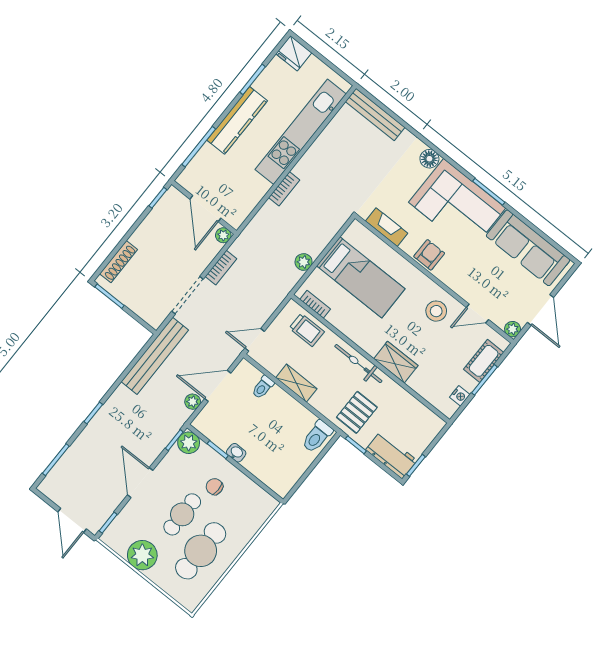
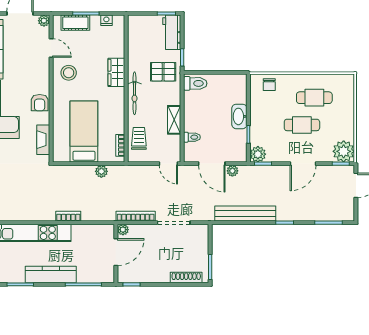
armchair: (429, 255) -> (40, 103), turned -90
bookcase: (221, 268) -> (136, 216), width x1.56
bench: (155, 356) -> (245, 214), moved
washbasin: (236, 453) -> (239, 116), width x1.91, depth x1.45
chair: (214, 487) -> (269, 85), moved
cafe table: (201, 551) -> (314, 98), width x0.73, depth x0.74
plant: (142, 555) -> (344, 151), moved

